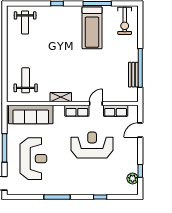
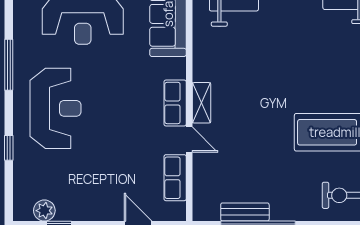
shelving: (61, 97) -> (201, 103), moved
reception desk: (92, 145) -> (55, 108), moved

